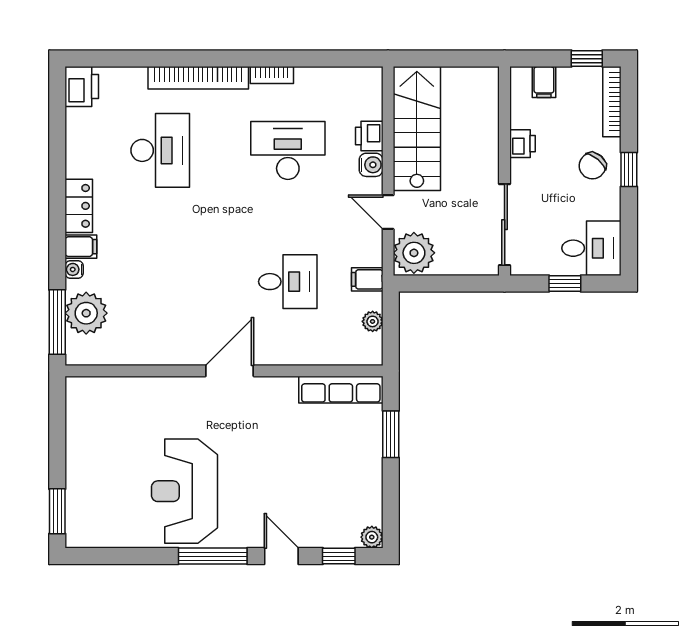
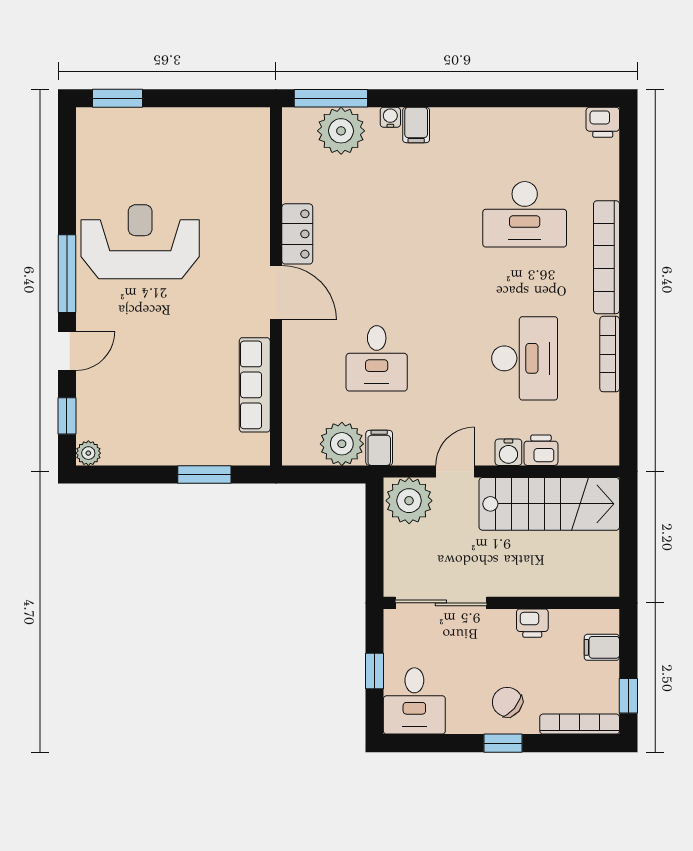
bookcase: (272, 75) -> (610, 354), width x1.56
printer: (82, 87) -> (603, 122), width x0.73, depth x0.81
locker: (79, 206) -> (297, 234), moved, turned -90
plant: (373, 321) -> (342, 444), width x1.87, depth x1.87
row of seats: (341, 390) -> (255, 385), moved

